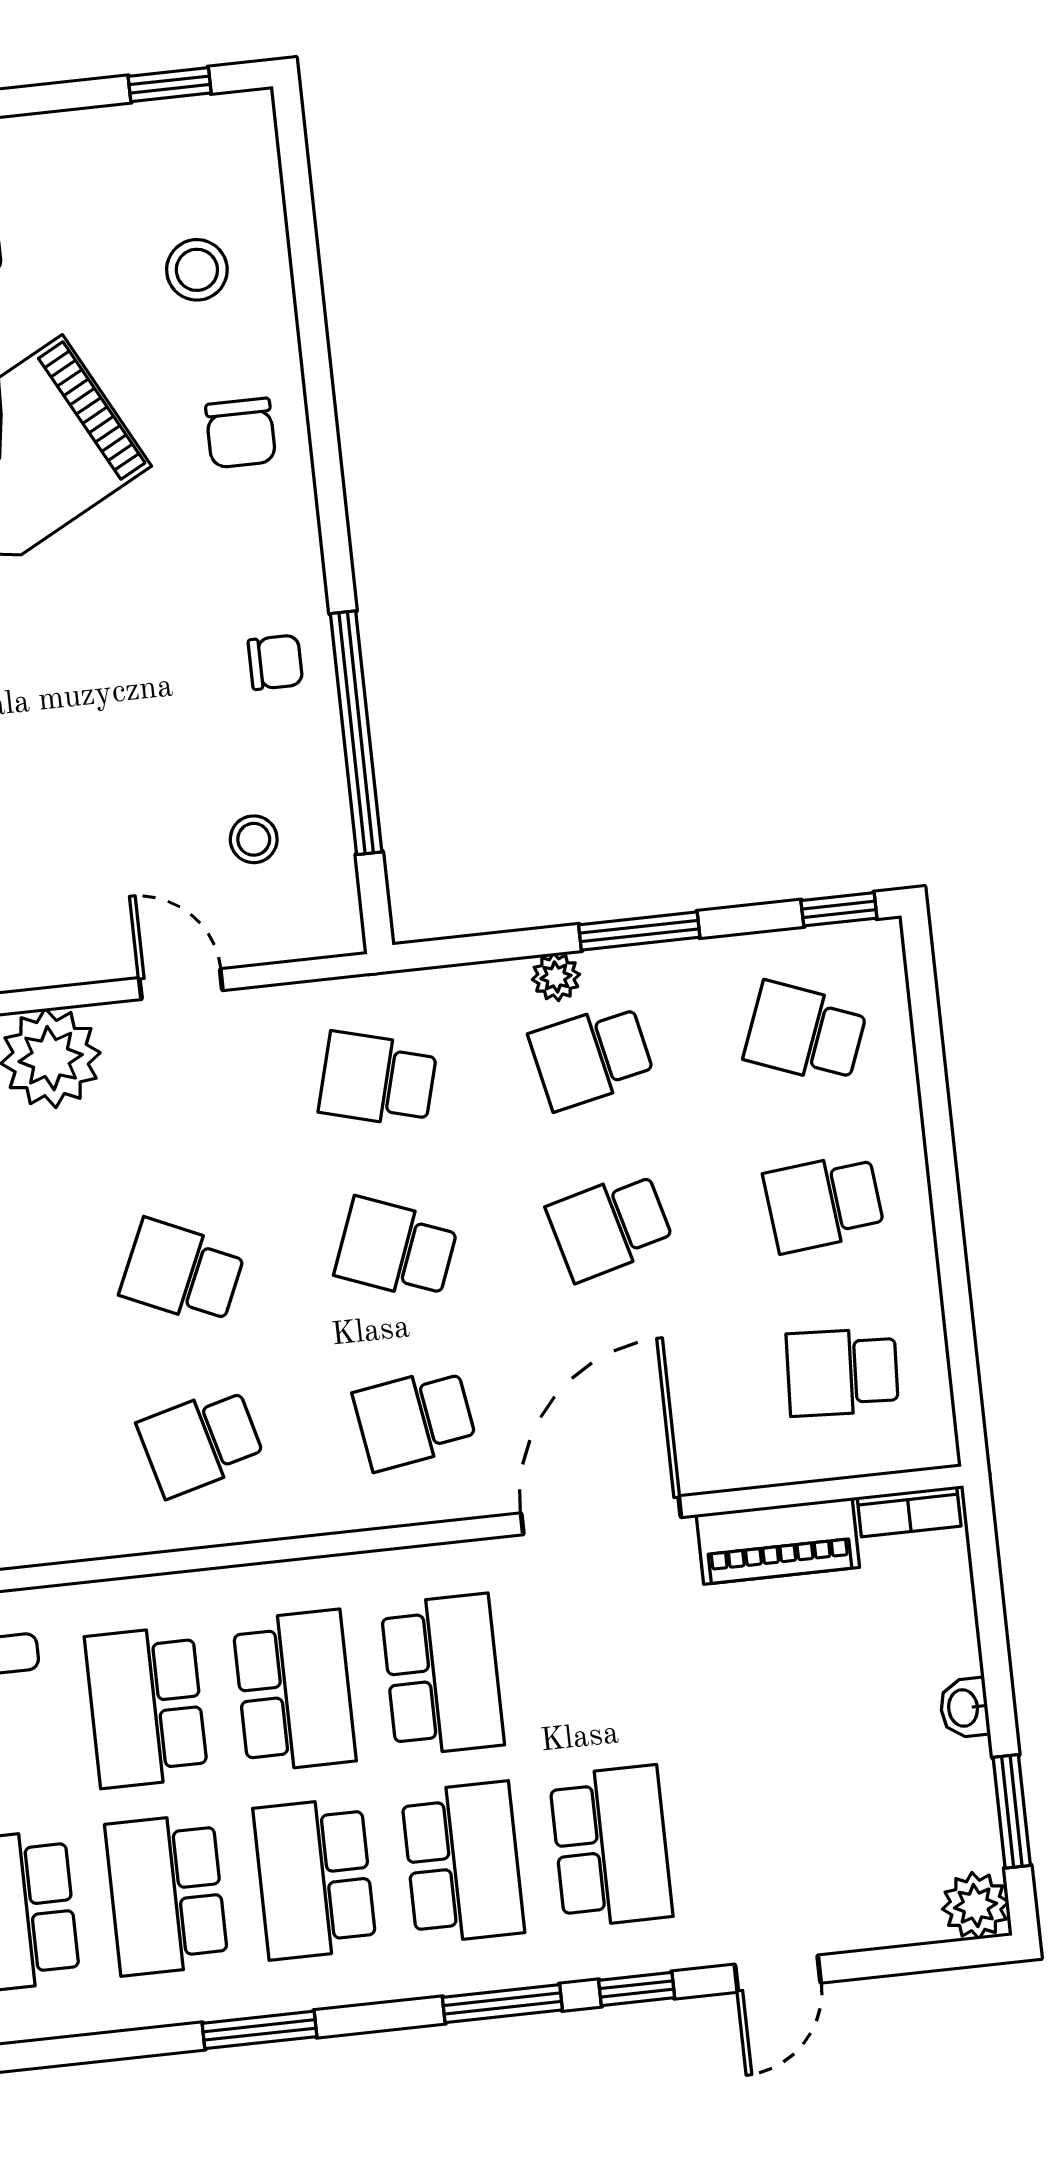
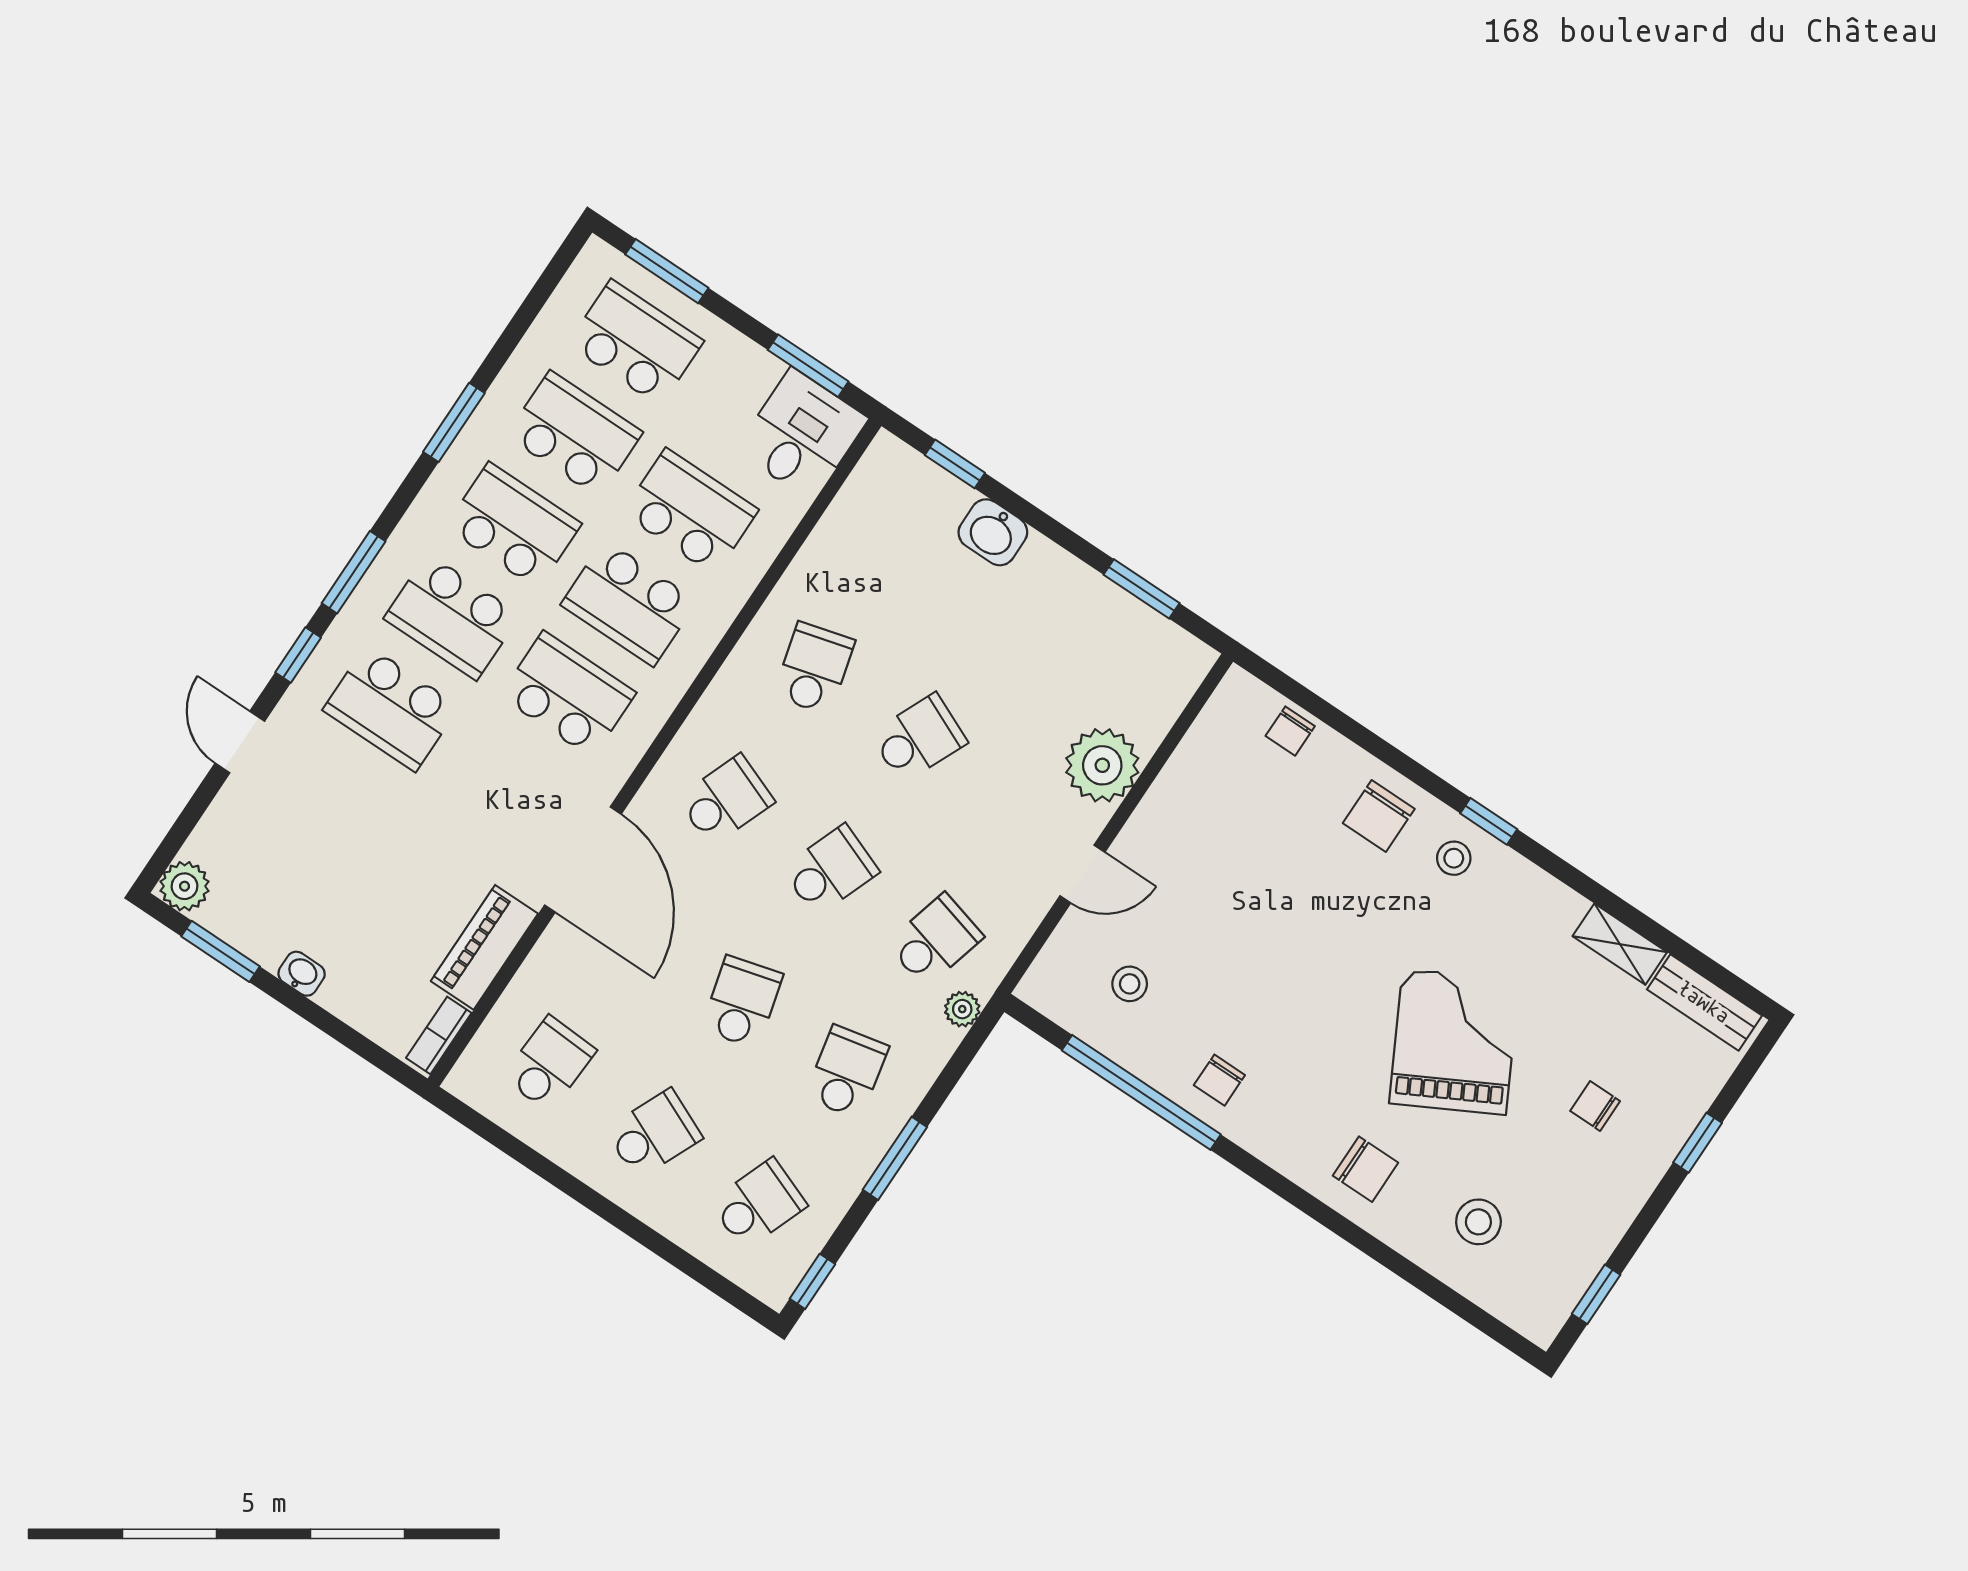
chair: (241, 433) -> (1366, 1169), turned 180
plant: (556, 977) -> (962, 1009), moved
school desk: (824, 1203) -> (654, 1134), turned 30
school desk: (415, 1419) -> (726, 800), turned 30
school desk: (442, 1675) -> (568, 694), turned 180

